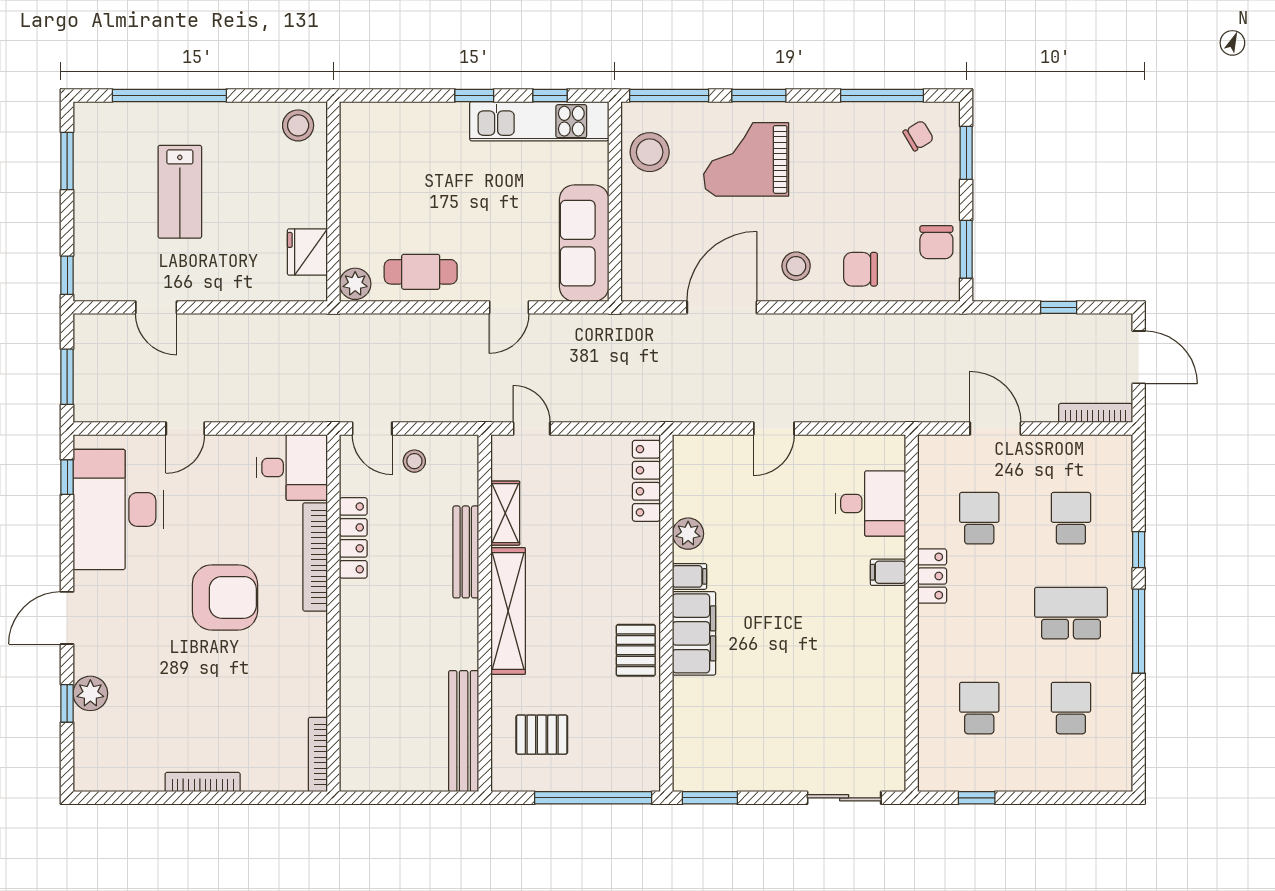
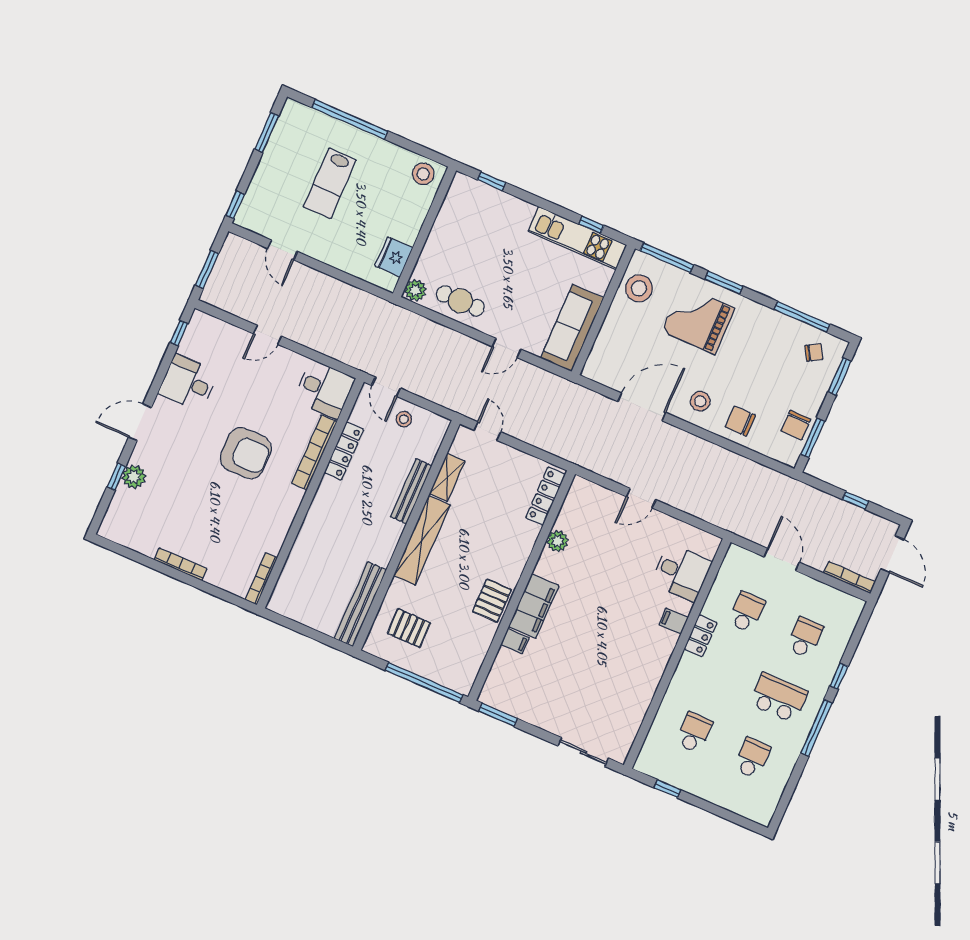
window: (474, 95) -> (491, 181), moved
desk: (118, 509) -> (188, 383), width x0.53, depth x0.77
filing cabinet: (690, 576) -> (515, 641), moved

